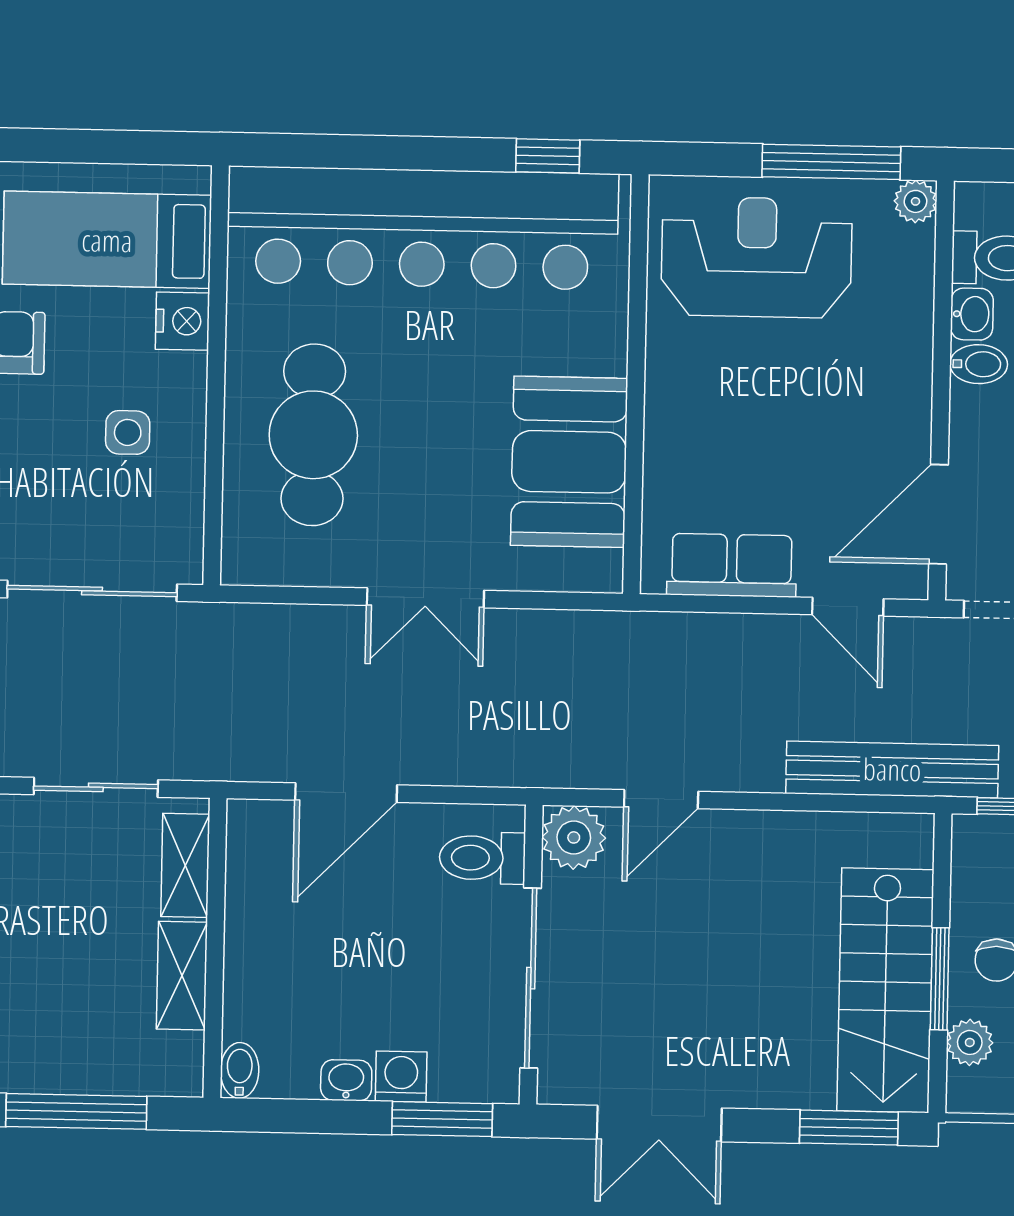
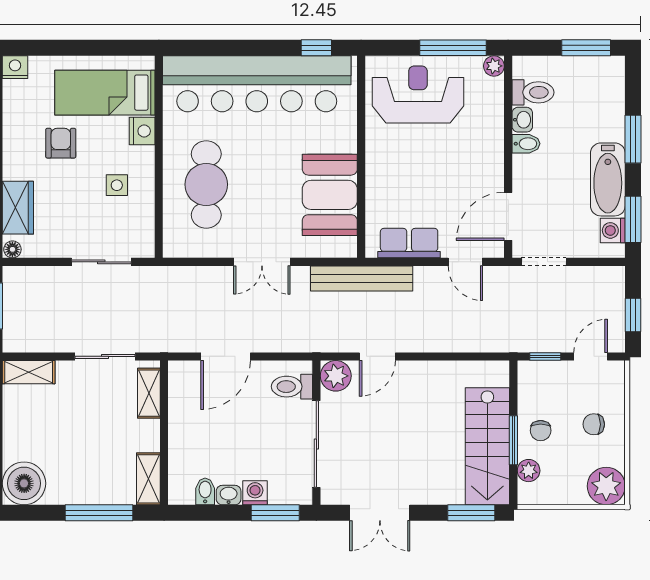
sliding door: (92, 591) -> (101, 262), width x0.73
bench: (892, 769) -> (362, 279), moved
shelving: (182, 976) -> (148, 479), moved
bidet: (240, 1070) -> (205, 491), moved

